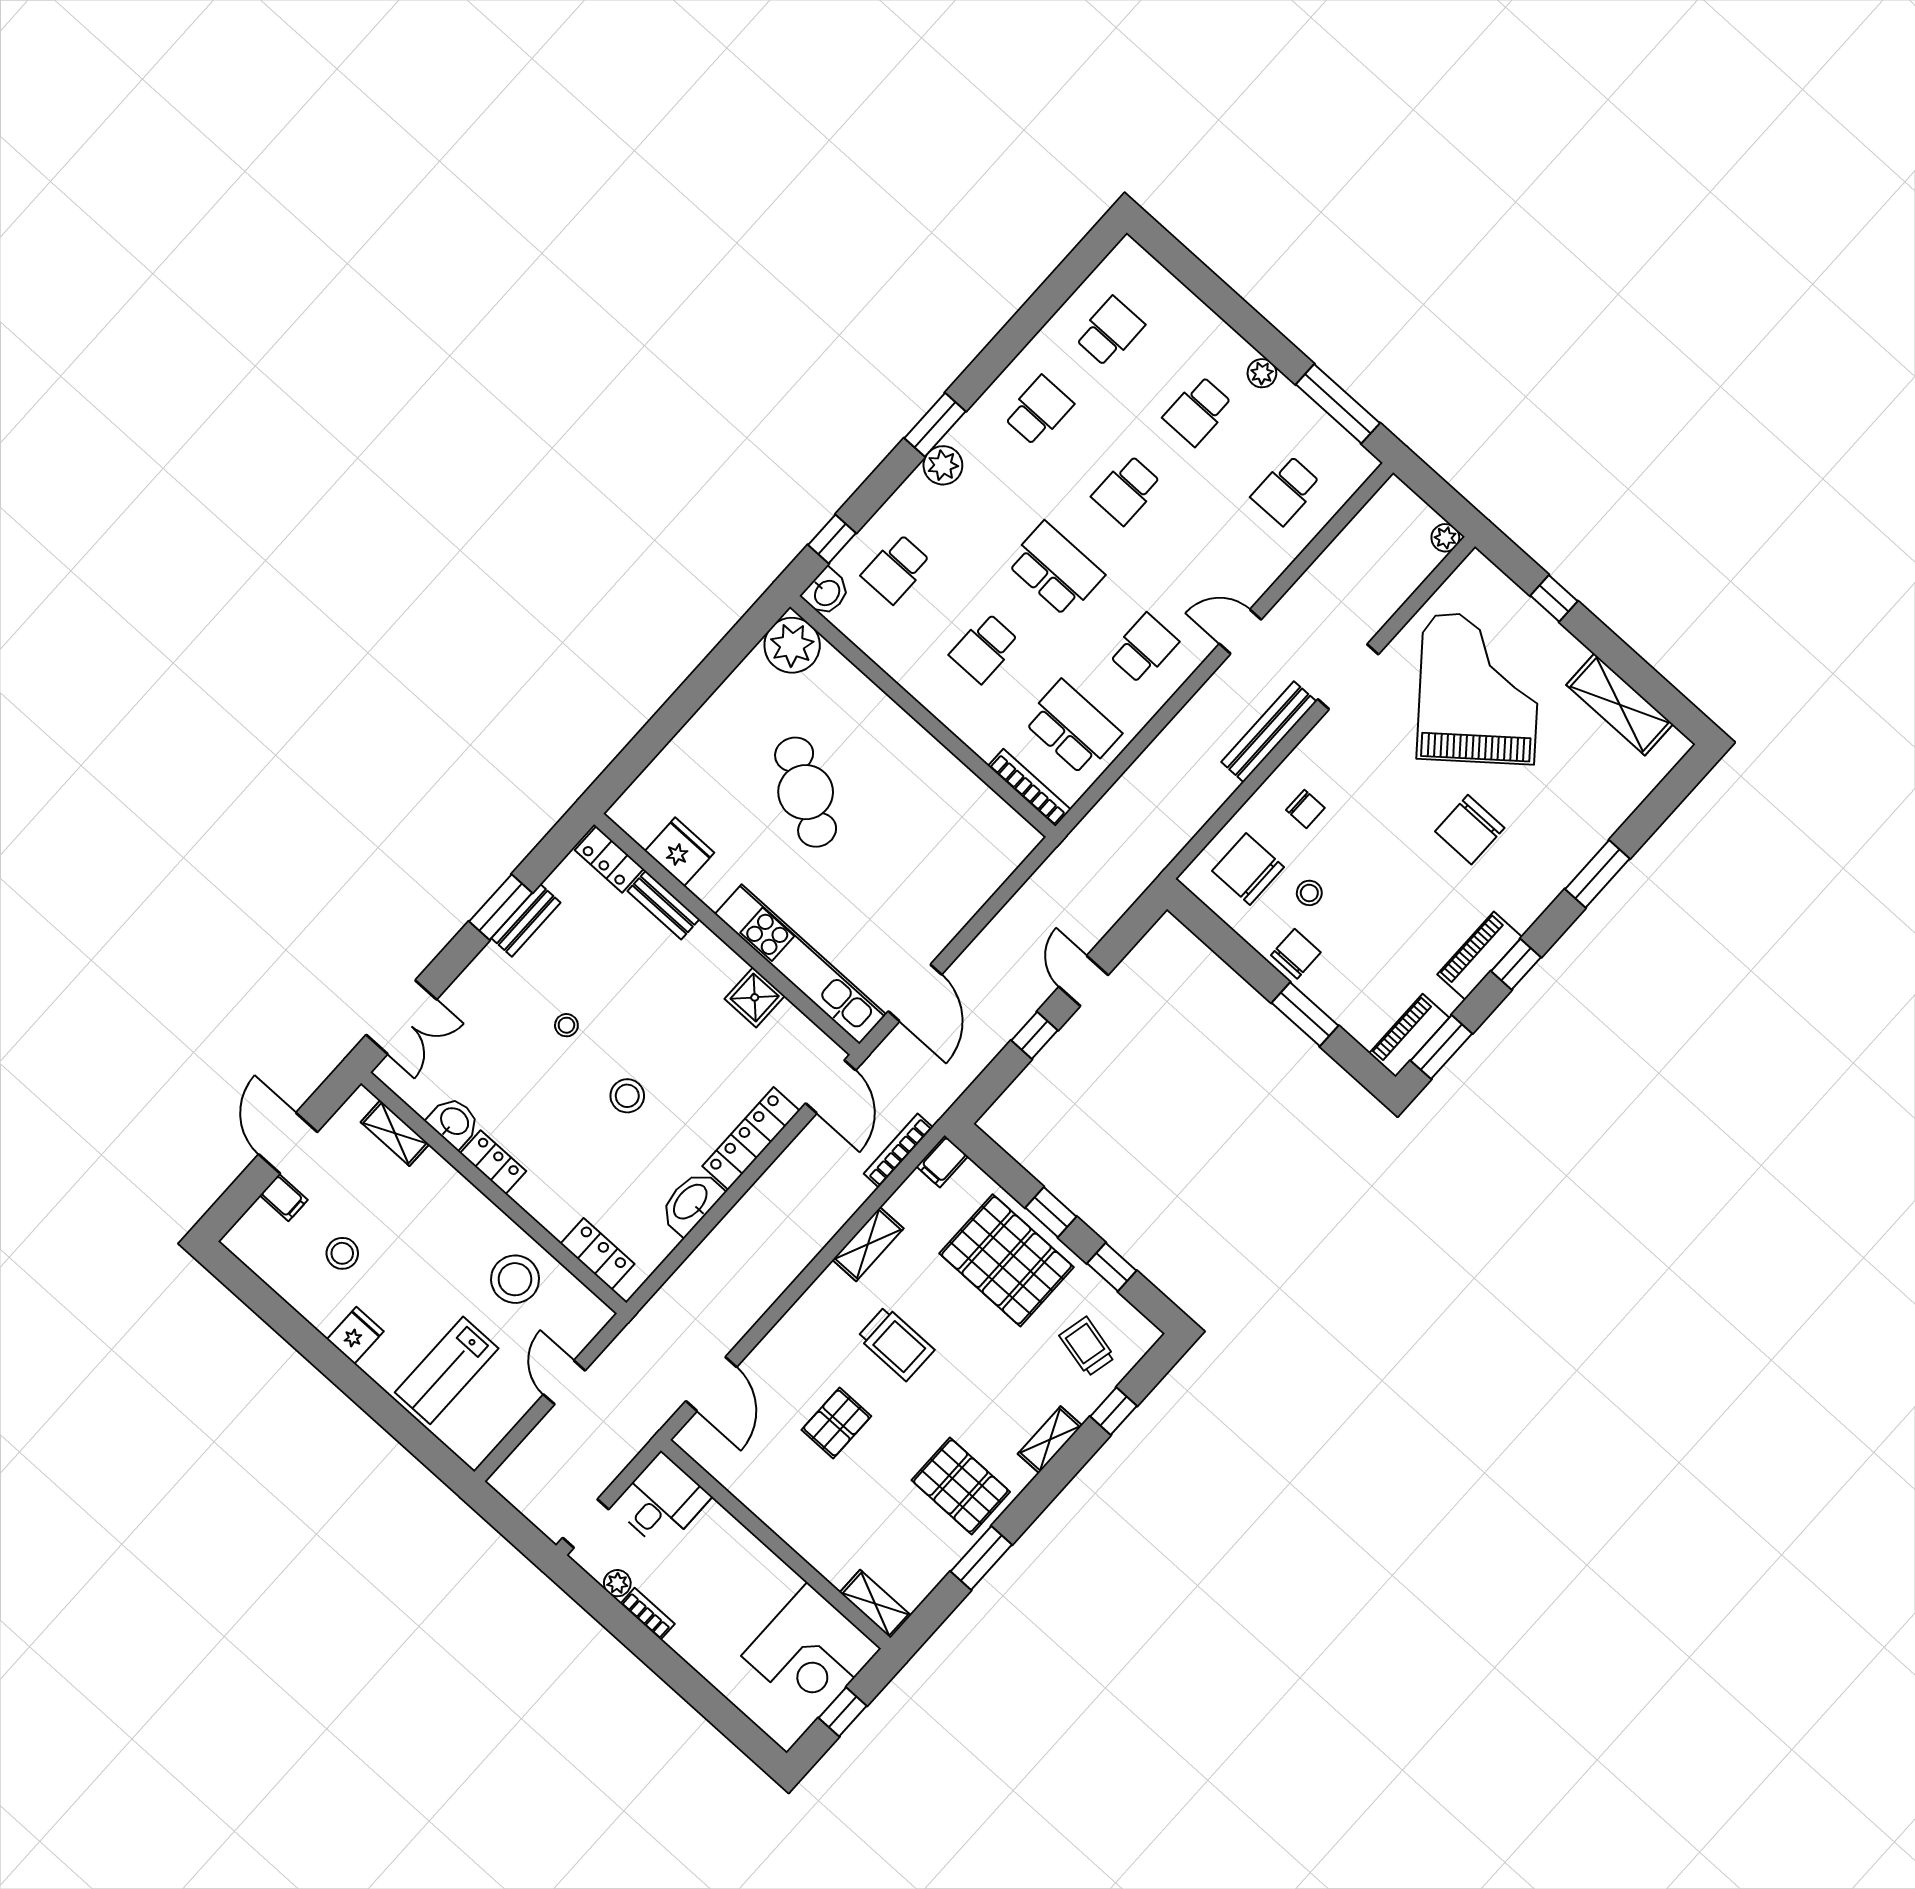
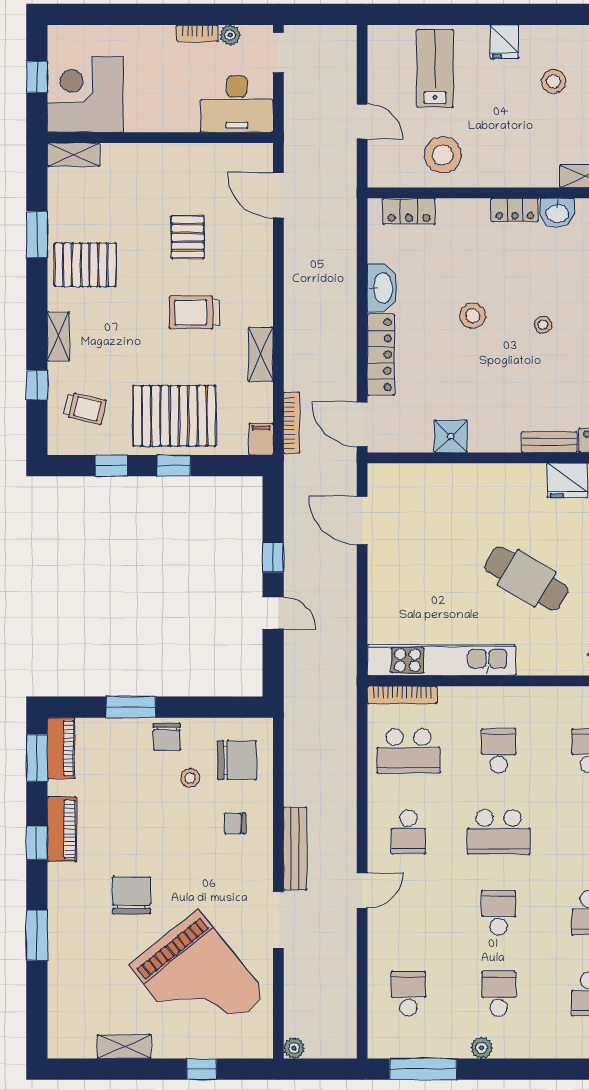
shelving: (1620, 705) -> (124, 1047), width x0.67, depth x0.75
kitchen unit: (800, 964) -> (442, 660), moved, turned 180
desk: (662, 1501) -> (237, 104), width x1.37

